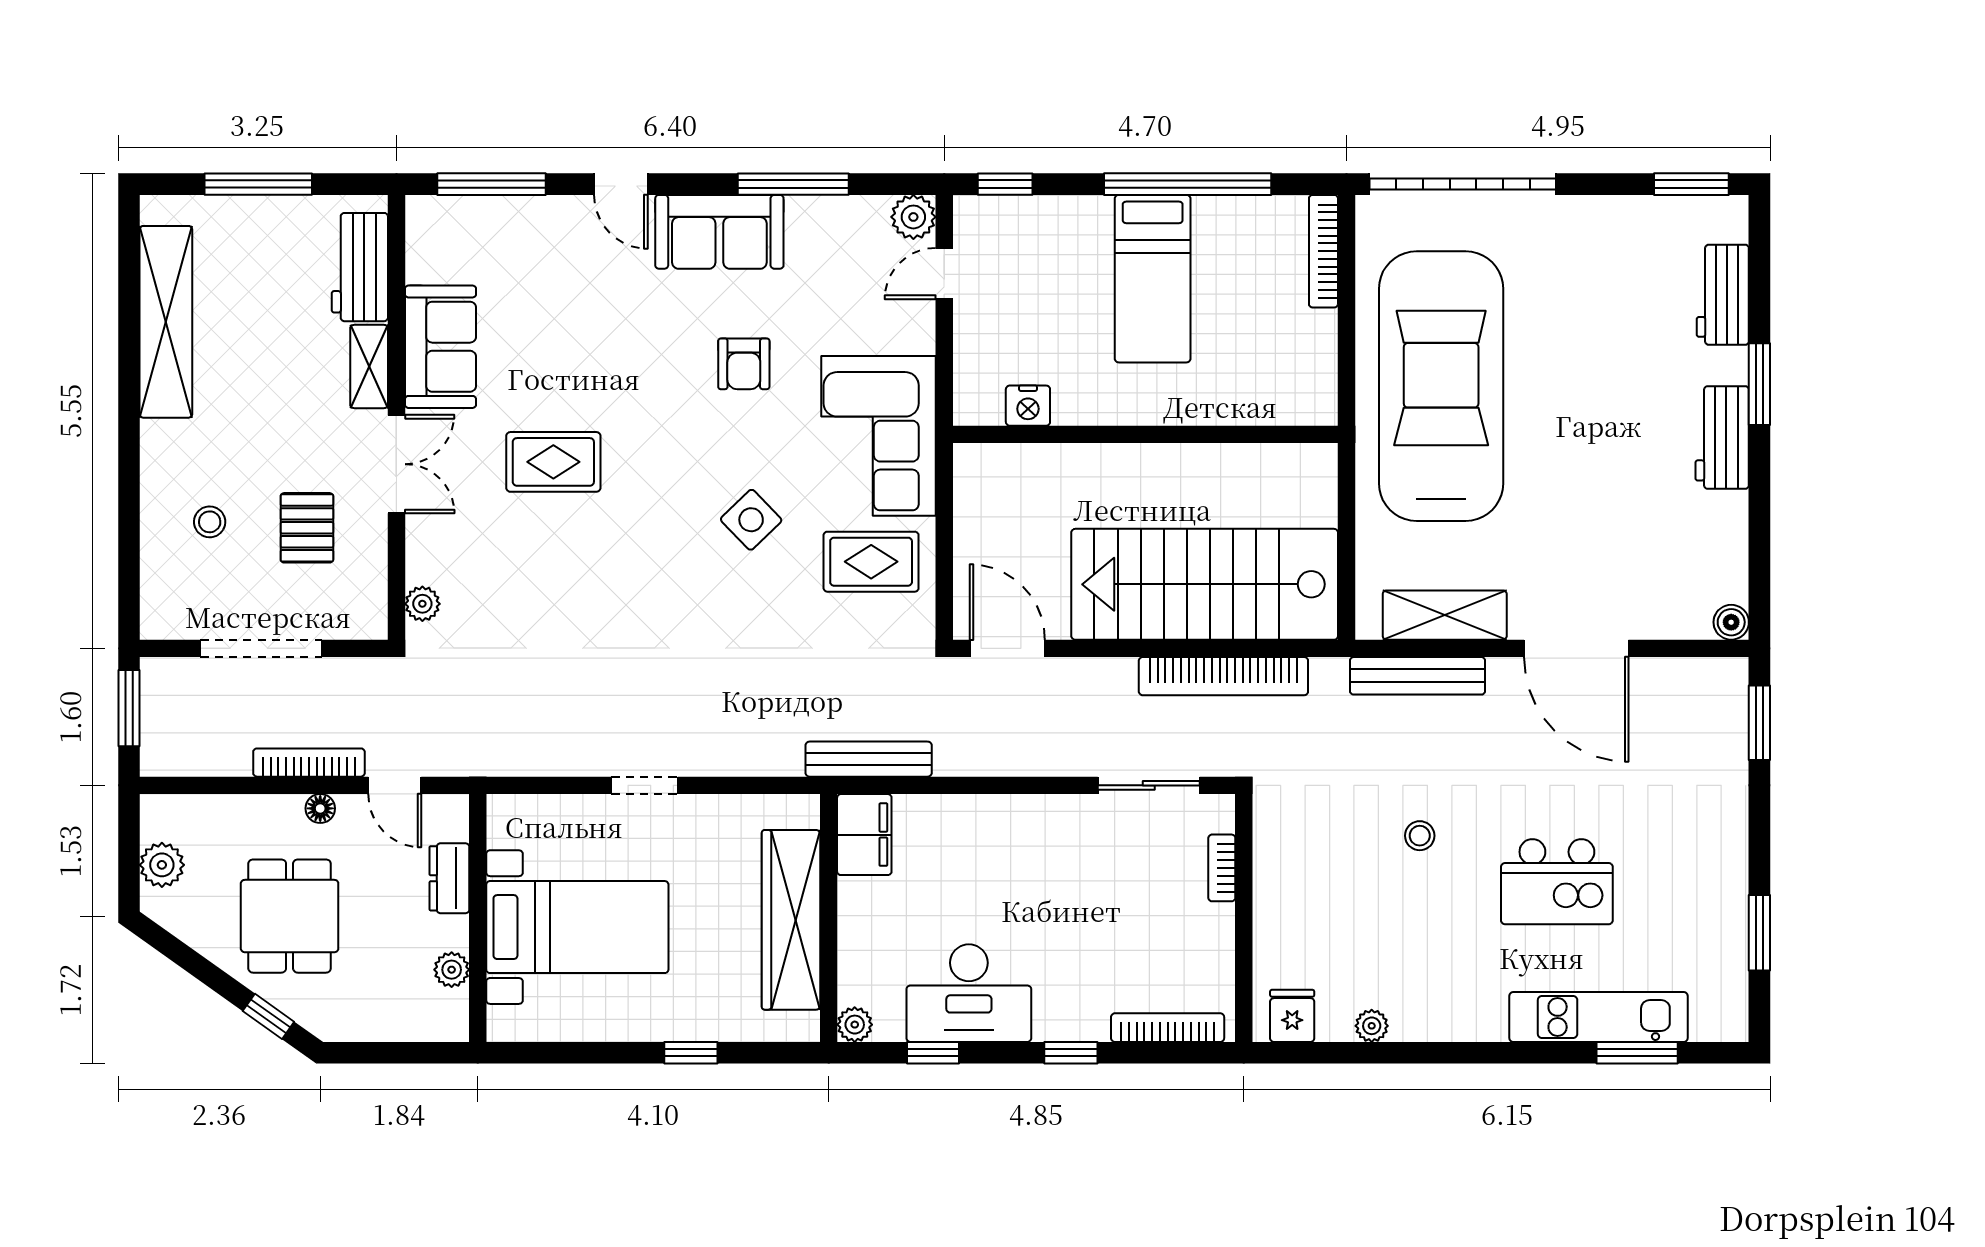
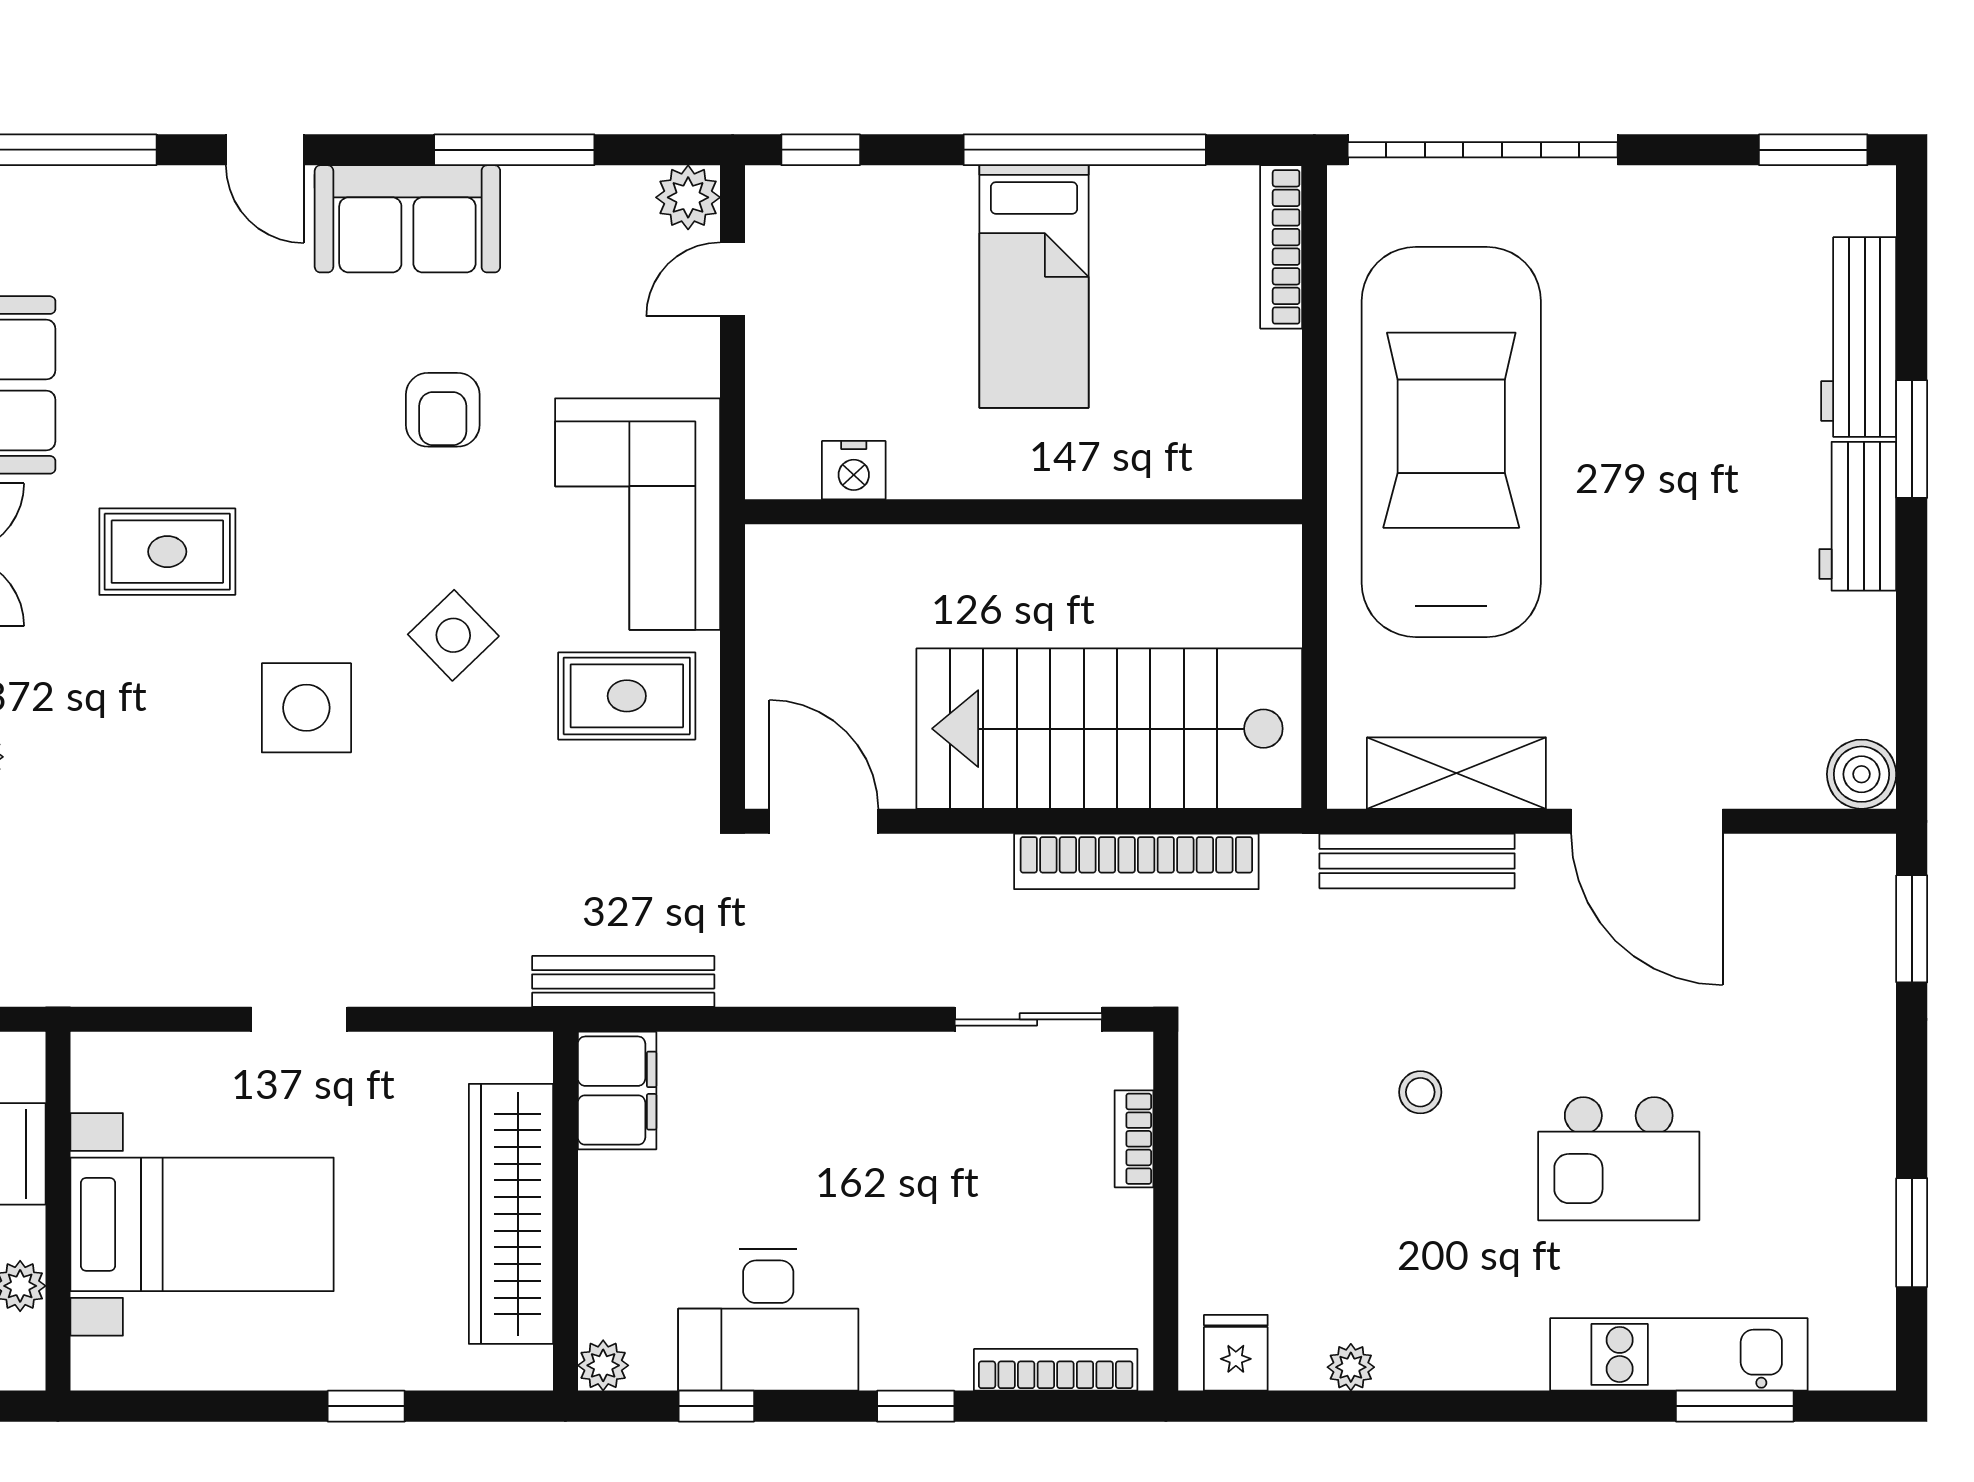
workbench: (1723, 295) -> (1859, 337), width x1.38
side table: (650, 570) -> (306, 708), added
boiler: (1731, 622) -> (1862, 774), width x1.36, depth x1.36

